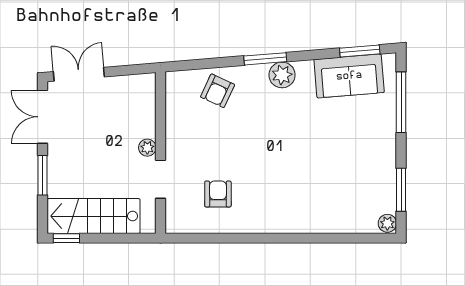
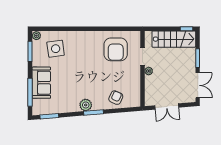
double door: (79, 74) -> (167, 106), moved
sofa: (349, 76) -> (41, 83), moved, turned 95
armchair: (218, 194) -> (116, 49), width x1.88, depth x1.88
side table: (346, 195) -> (56, 49), added

